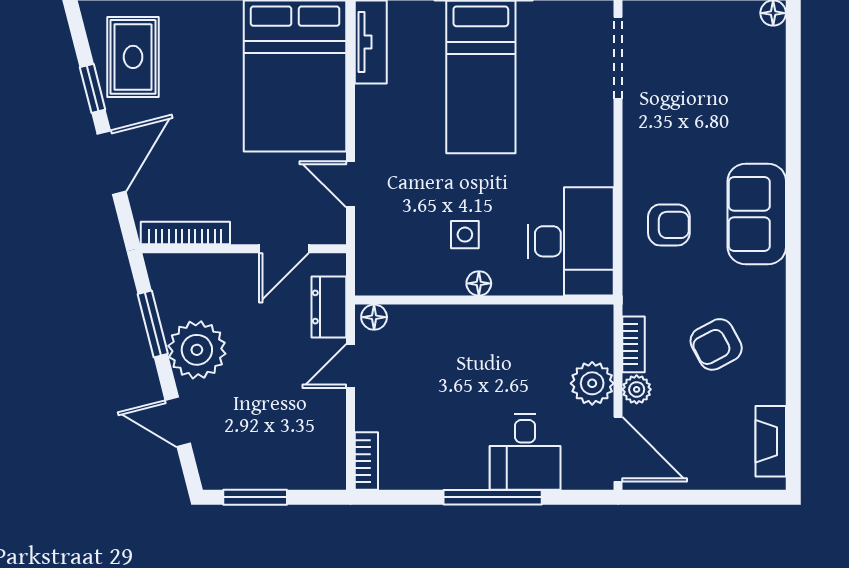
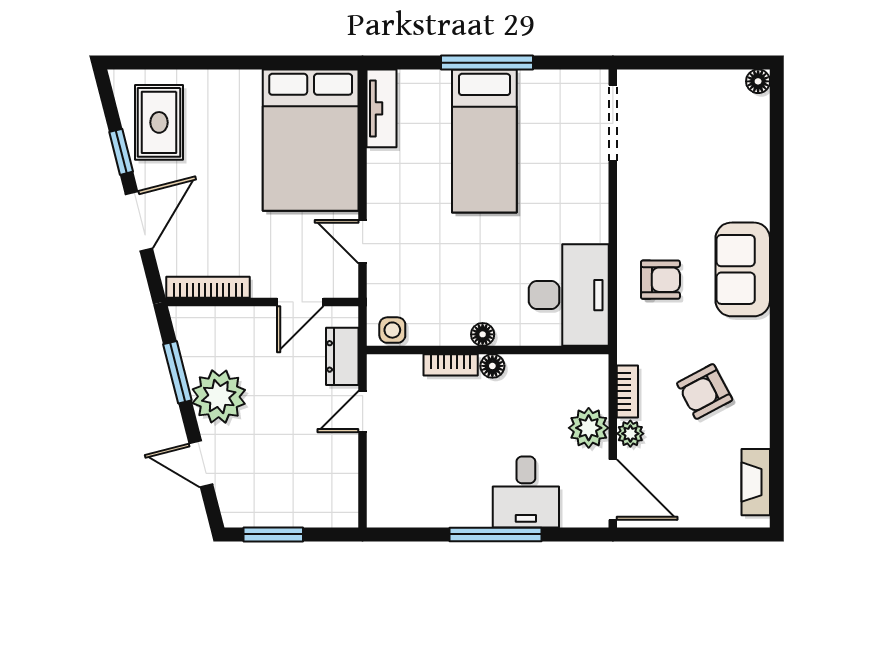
side table: (465, 235) -> (392, 330), moved
floor lamp: (374, 317) -> (492, 366), moved
bookcase: (366, 461) -> (451, 365), moved, turned 90

